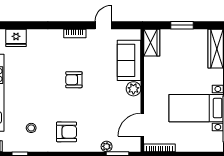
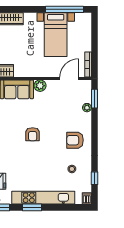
door: (142, 125) -> (69, 78), swing flipped
armchair: (67, 132) -> (75, 140), turned -90

